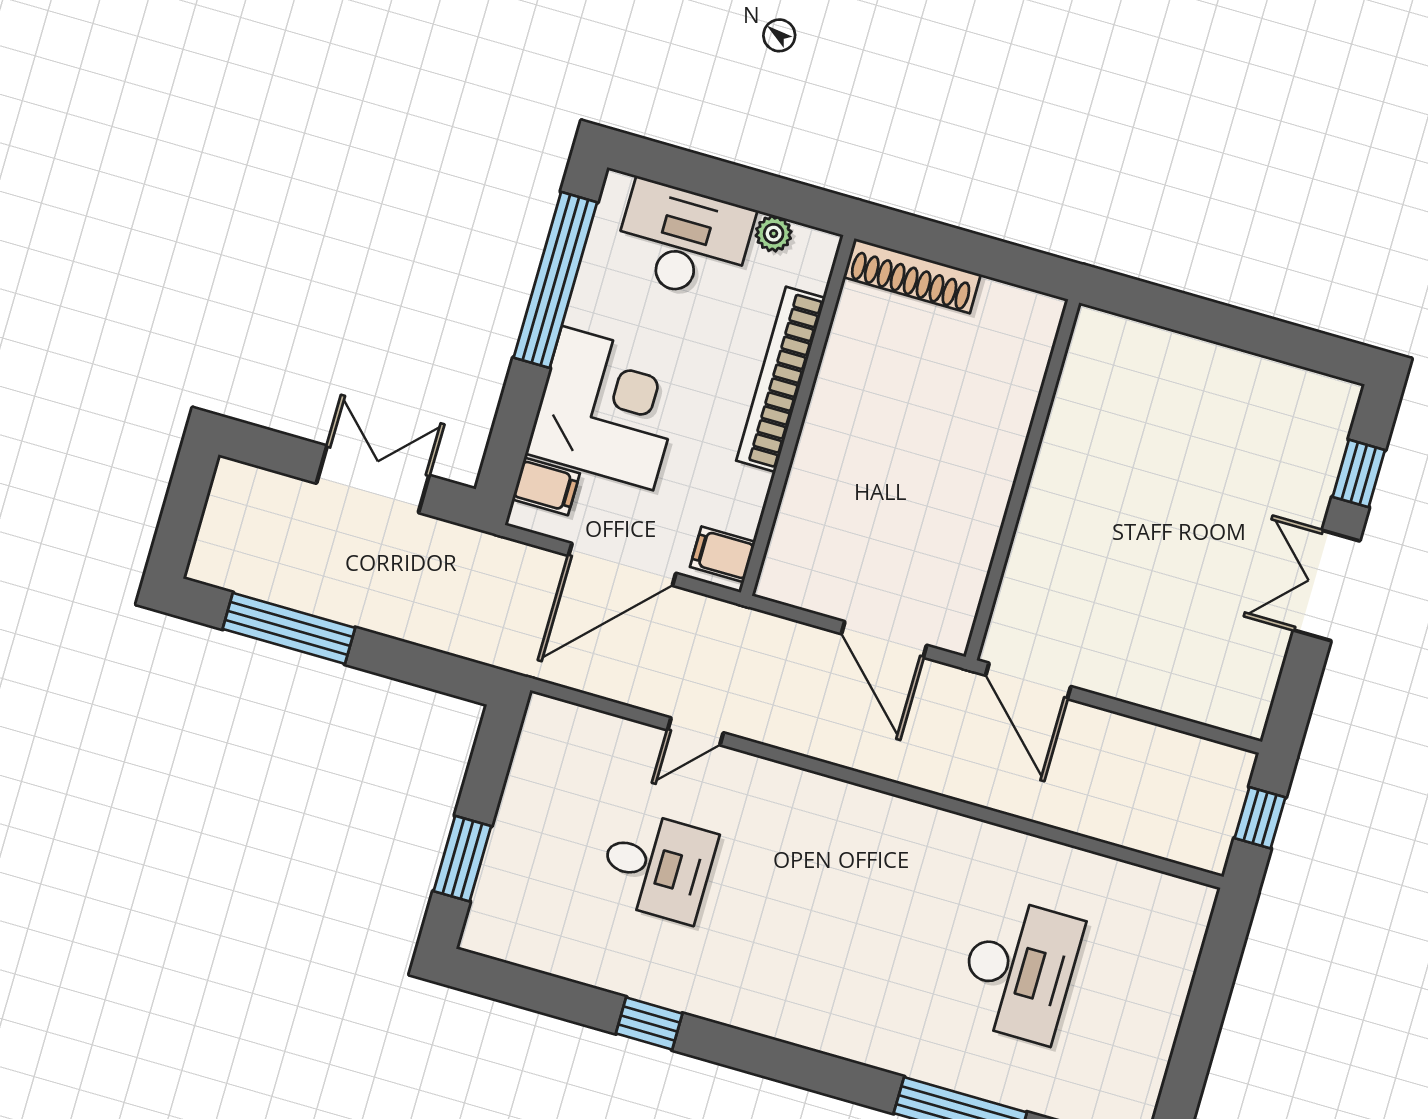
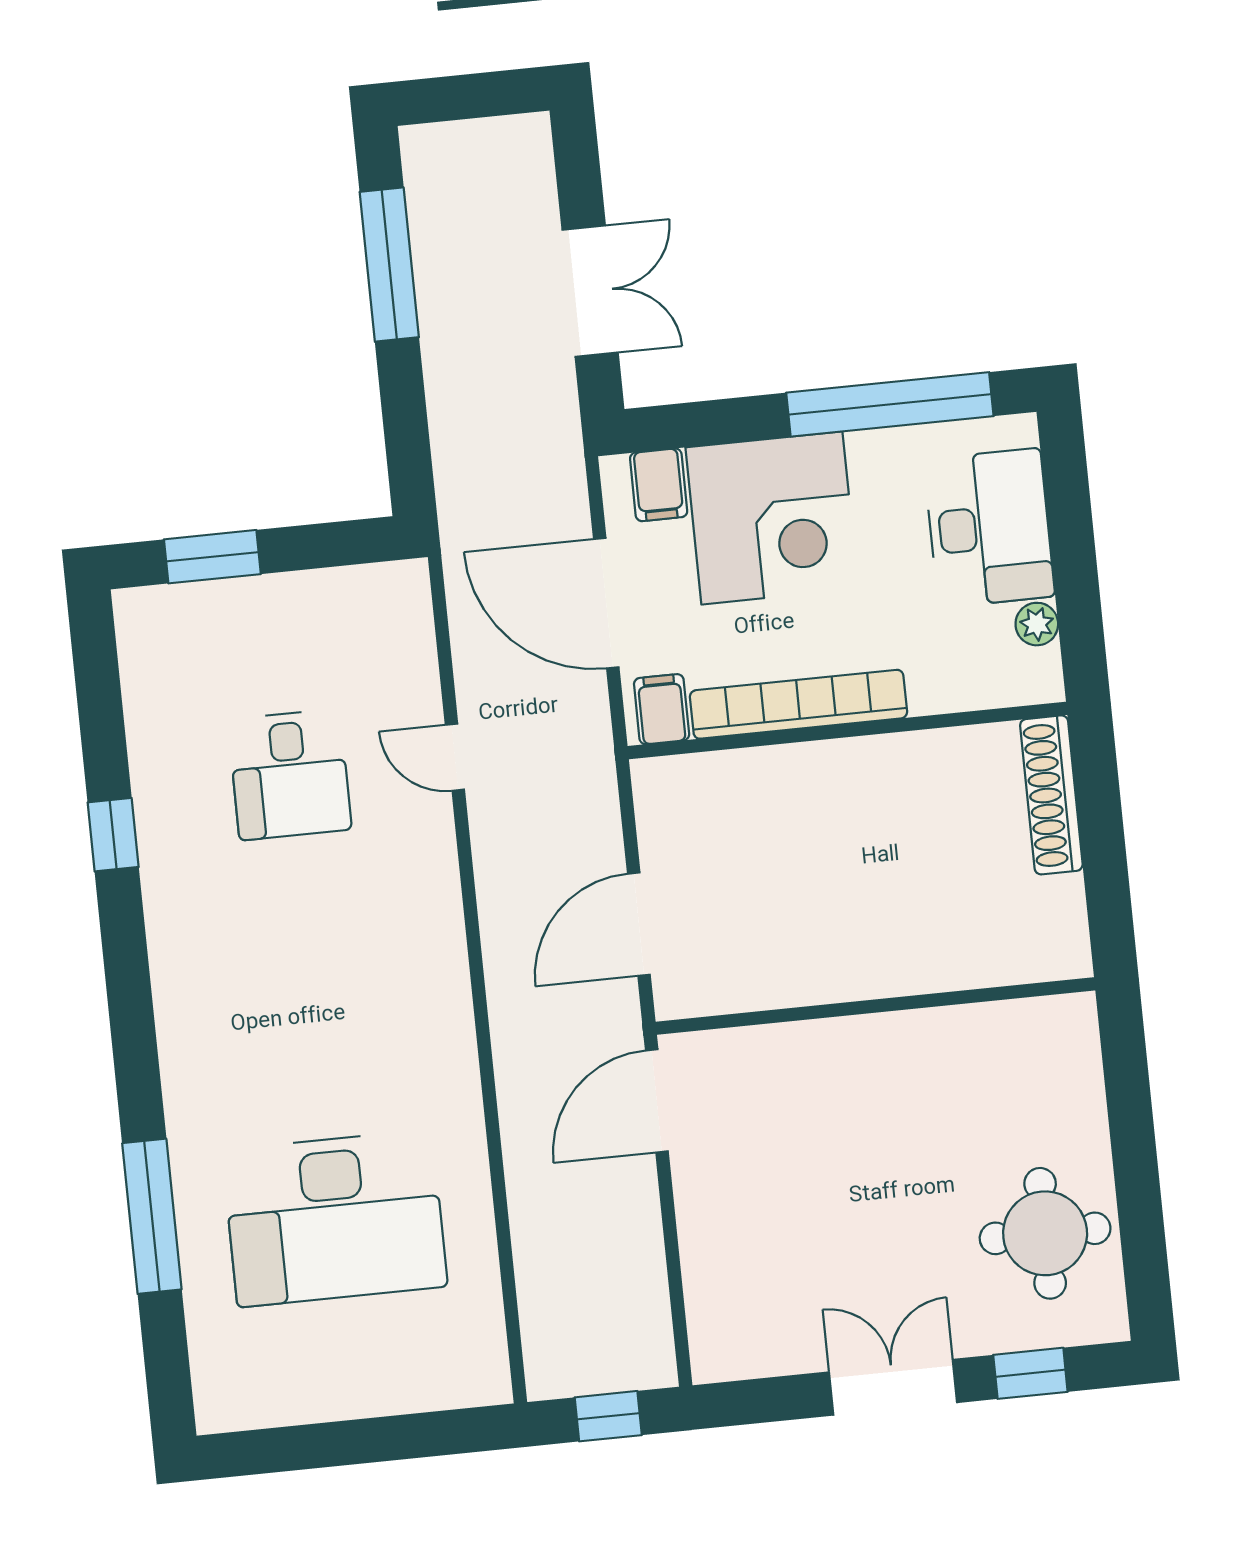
bookcase: (781, 379) -> (798, 704), moved
round table: (1254, 418) -> (1045, 1233), added
desk: (1019, 970) -> (335, 1218), width x1.36, depth x1.30

